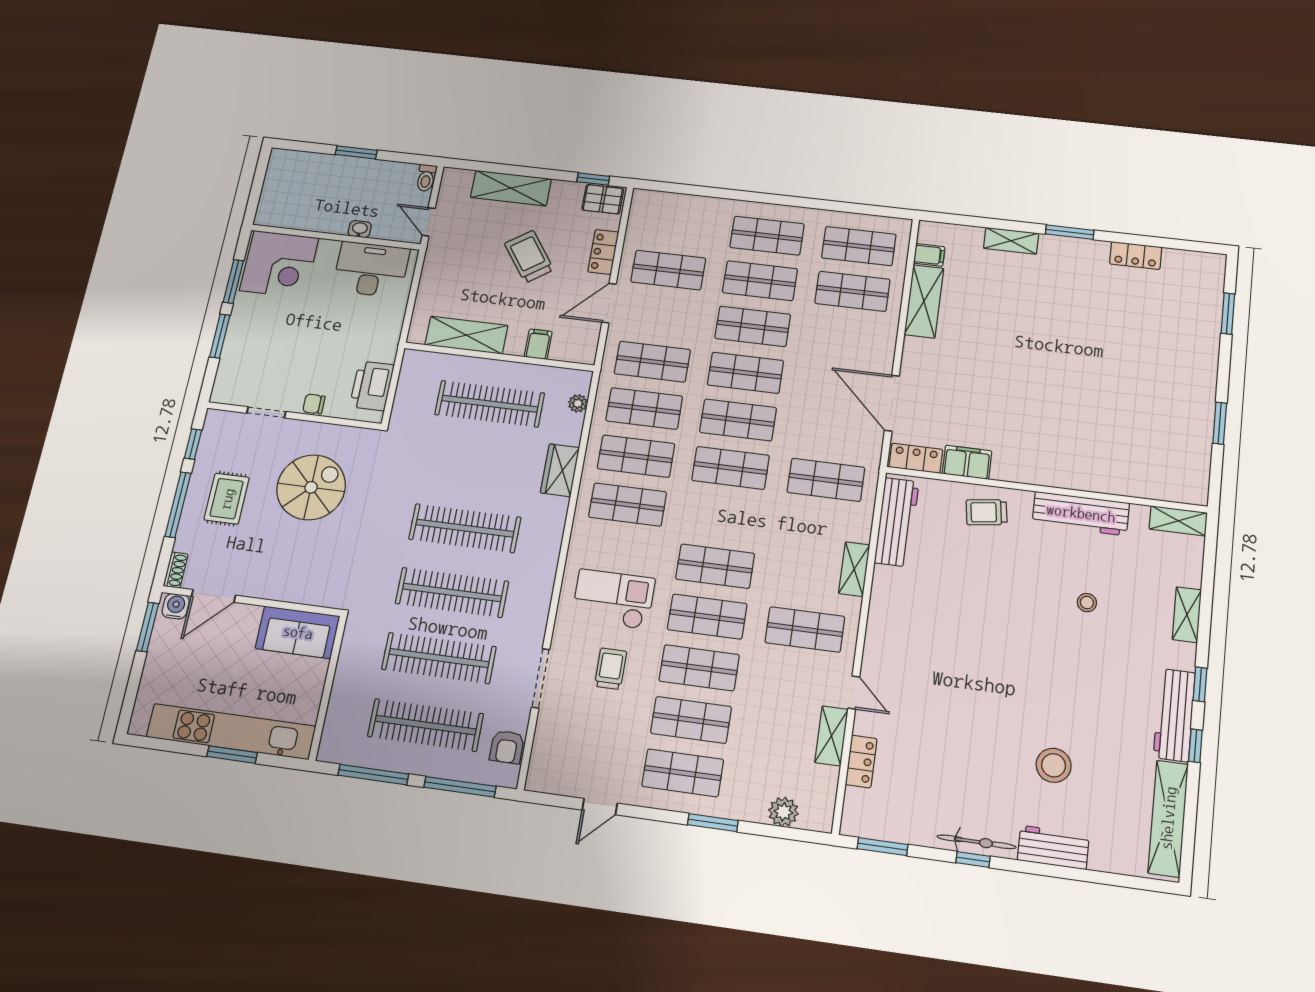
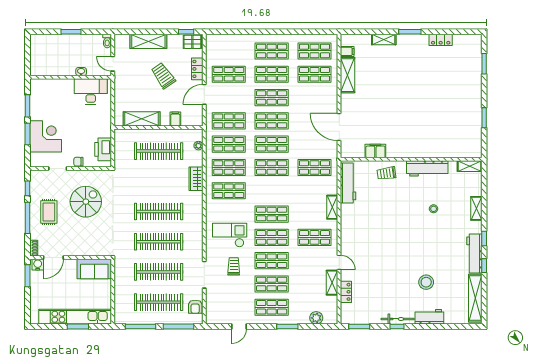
corner desk: (279, 264) -> (46, 136), moved, turned -90
locker: (916, 458) -> (353, 152), removed

